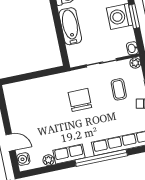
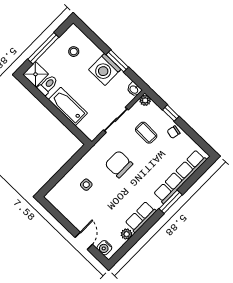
side table: (43, 99) -> (86, 185), added
door: (10, 142) -> (84, 241), hinge flipped
window: (101, 158) -> (171, 202), width x0.47

